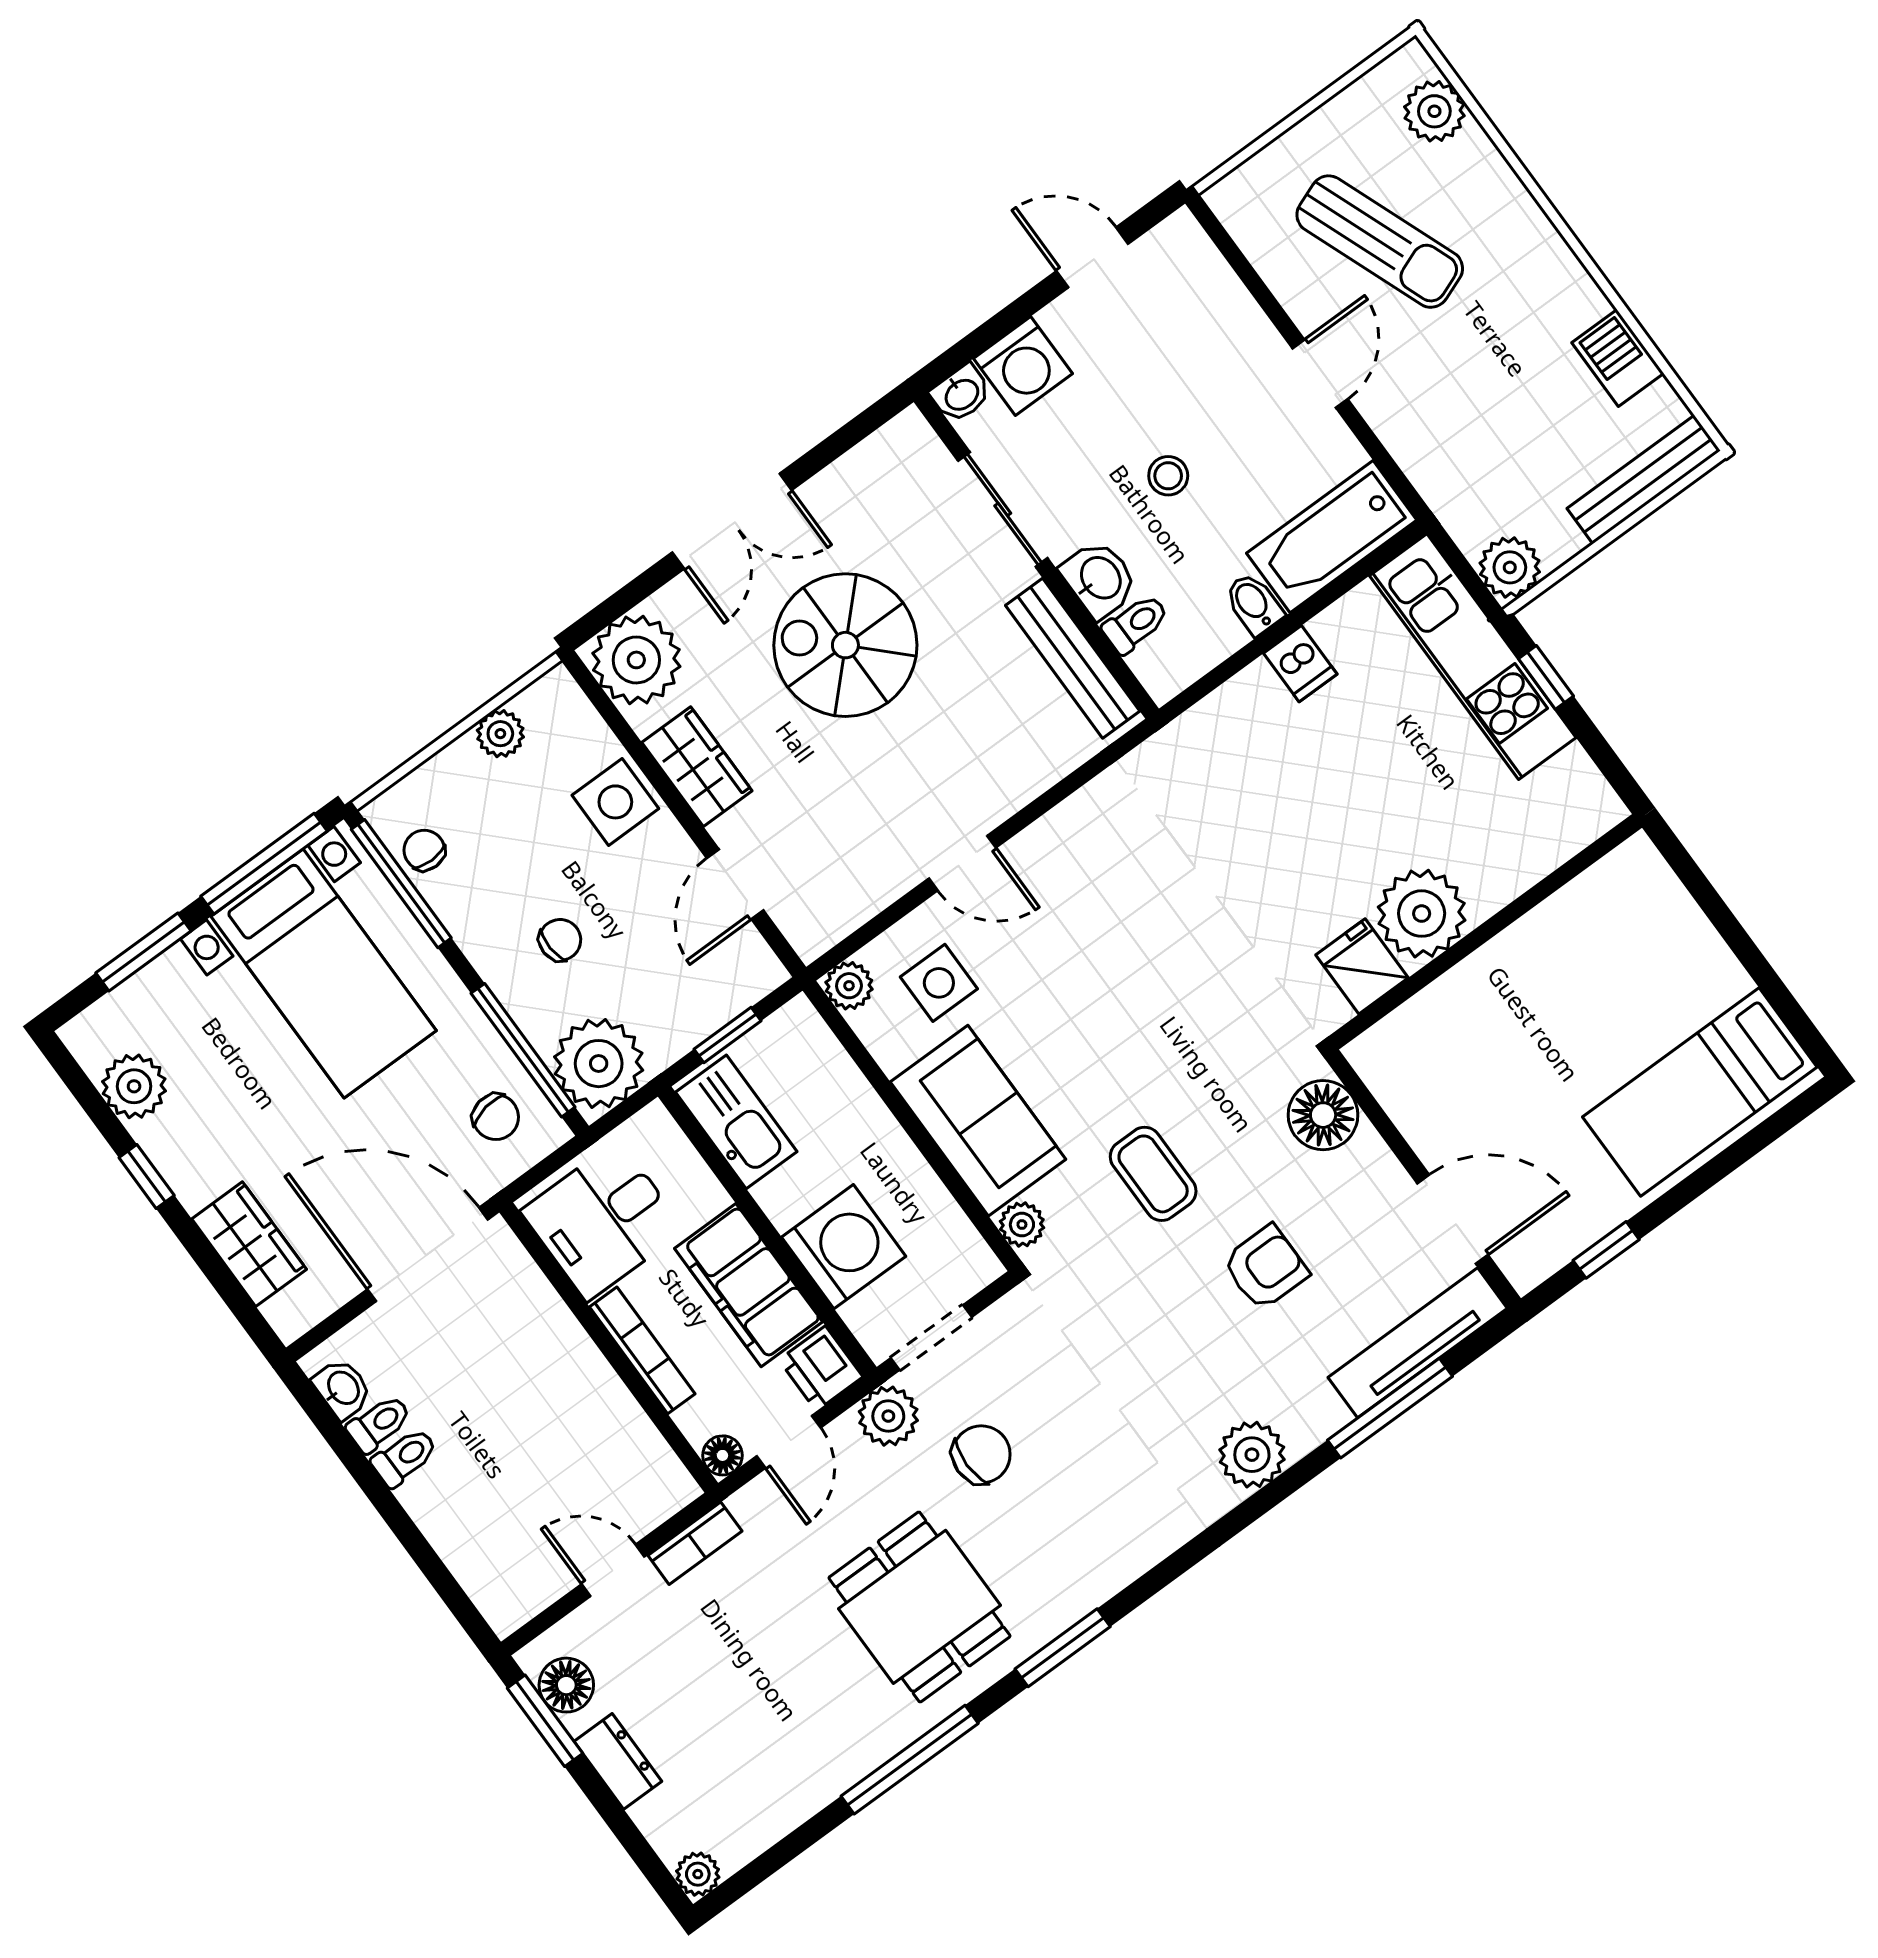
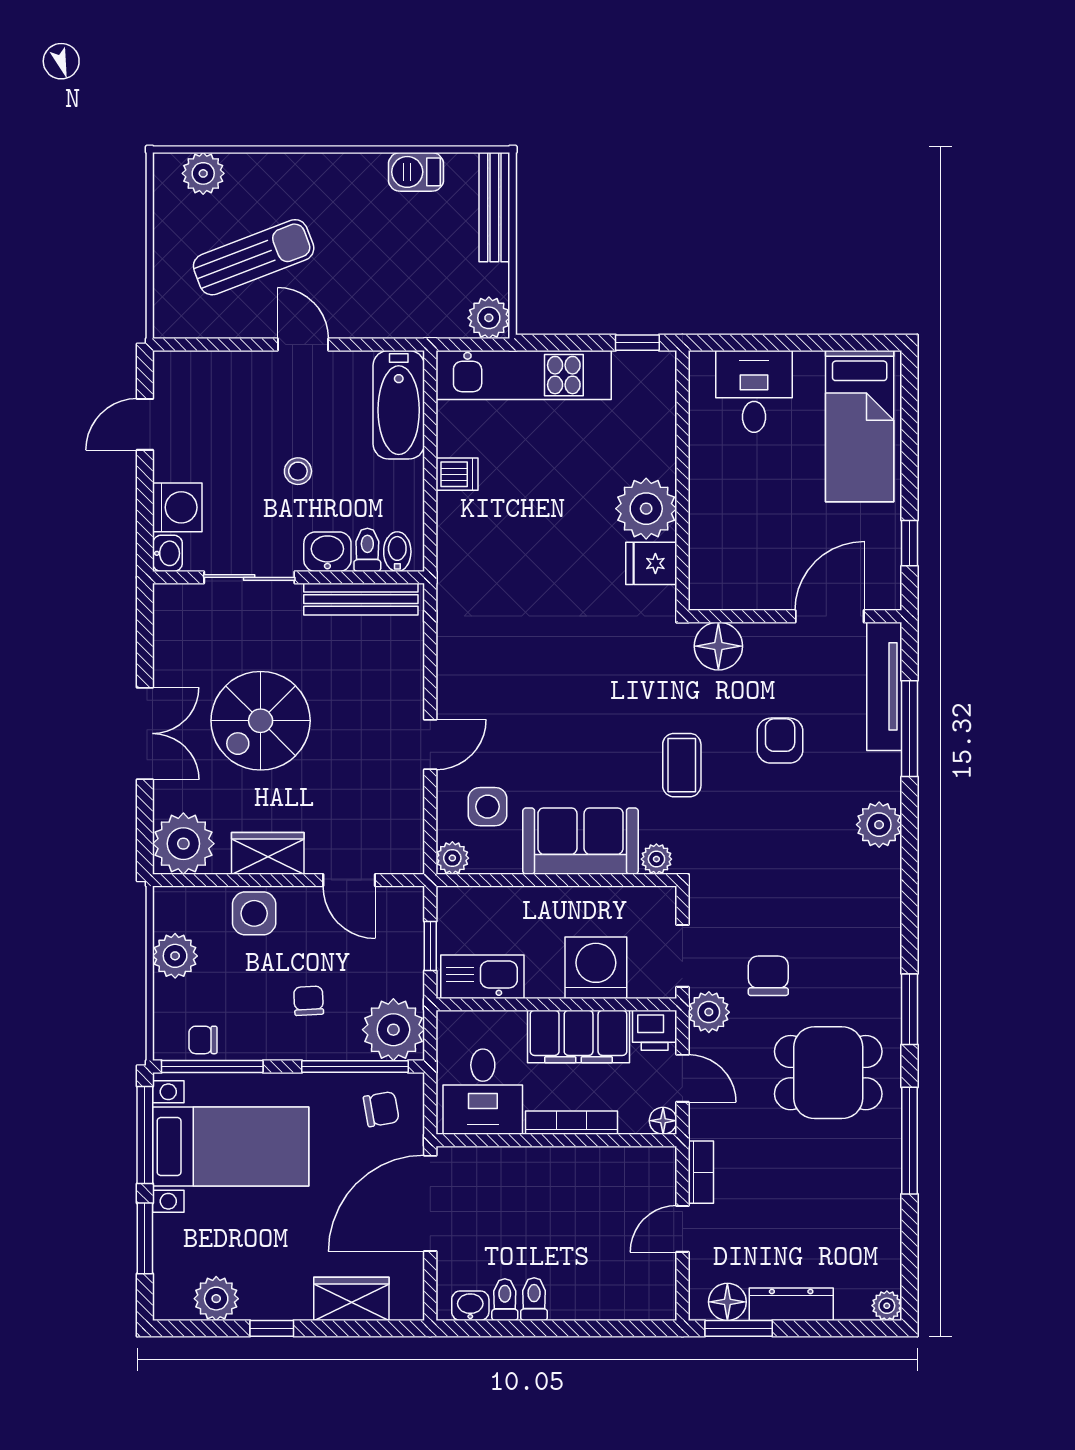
bidet: (1254, 604) -> (397, 552), moved, turned 90
window: (1546, 677) -> (637, 343), moved
plant: (500, 734) -> (175, 956), width x1.38, depth x1.38
desk: (1650, 939) -> (754, 391), added
coffee table: (1153, 1174) -> (682, 765), turned 90
dresser: (618, 1761) -> (791, 1304), width x1.44

